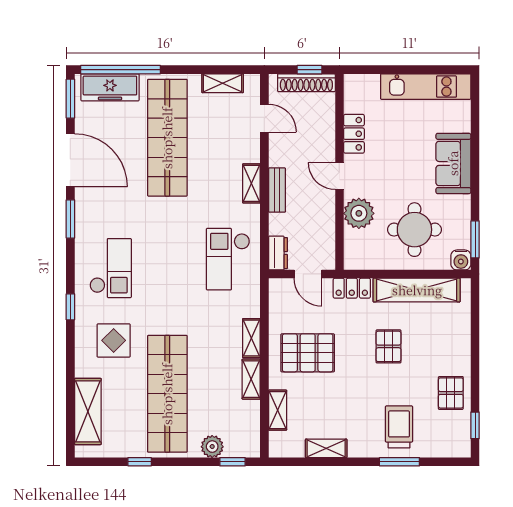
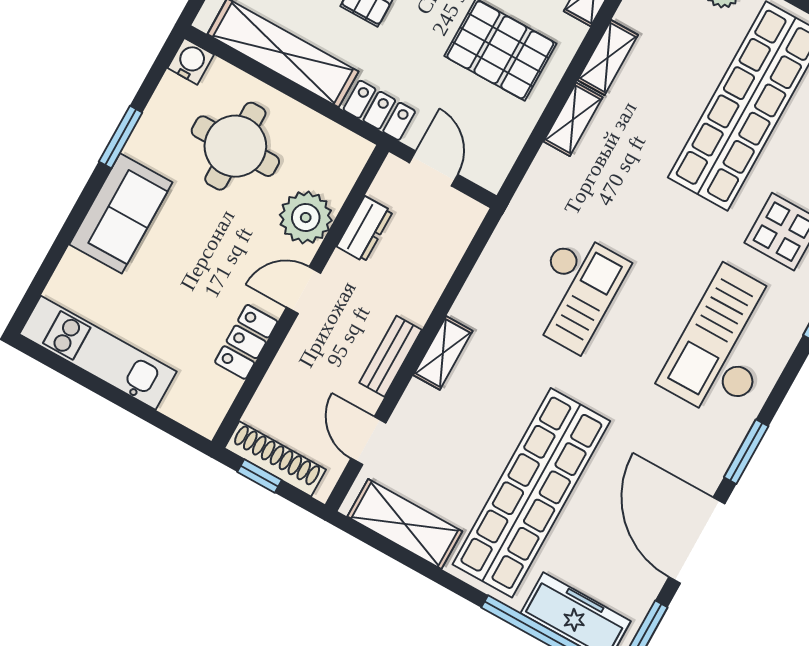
shelving: (223, 83) -> (405, 524), width x1.50, depth x1.33
door: (339, 176) -> (304, 290), swing flipped
bench: (277, 190) -> (390, 356), moved
window: (475, 239) -> (121, 137), moved
dresser: (278, 253) -> (365, 229), moved, turned 180
checkout: (228, 259) -> (574, 291), moved
checkout: (111, 268) -> (727, 344), width x1.36, depth x1.21

